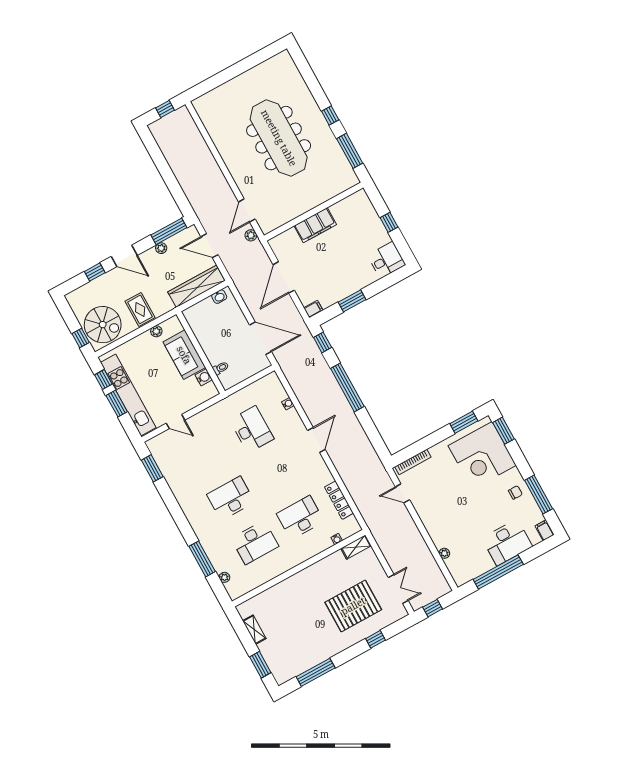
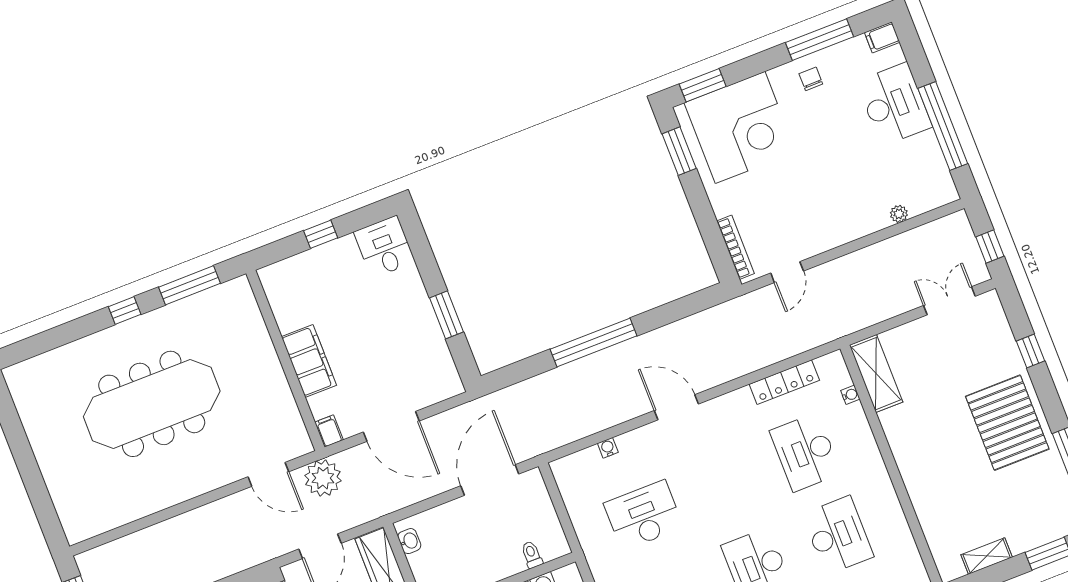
plant: (251, 235) -> (323, 478), width x1.87, depth x1.87
filing cabinet: (313, 309) -> (329, 431), moved
window: (323, 342) -> (511, 375), removed
shelving: (356, 547) -> (876, 374), width x1.50, depth x1.33
pallet: (353, 606) -> (1007, 423), moved

